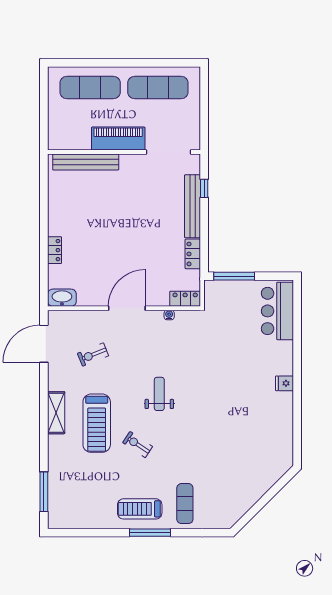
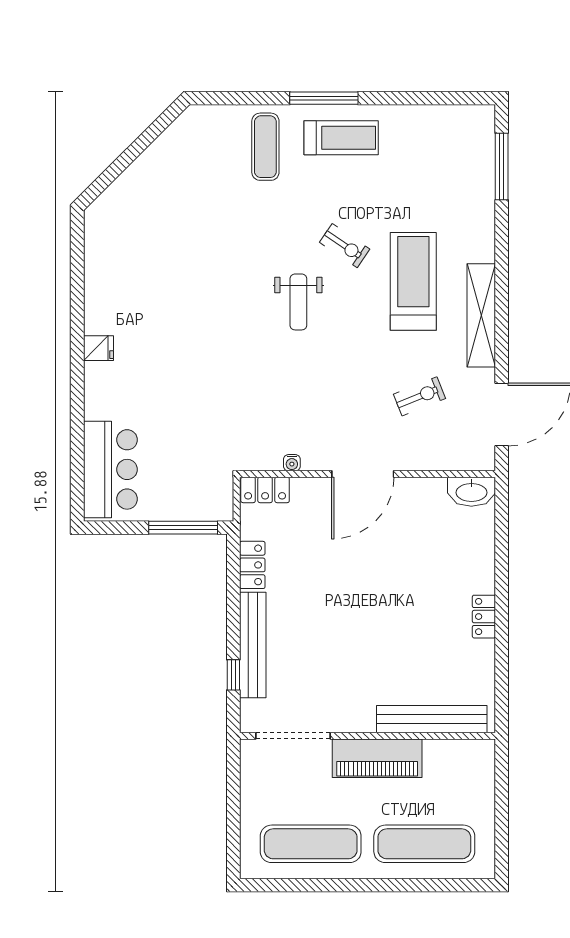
locker: (55, 250) -> (484, 617), moved
weight bench: (159, 394) -> (298, 302), moved
shelving: (56, 413) -> (481, 315), width x1.47

